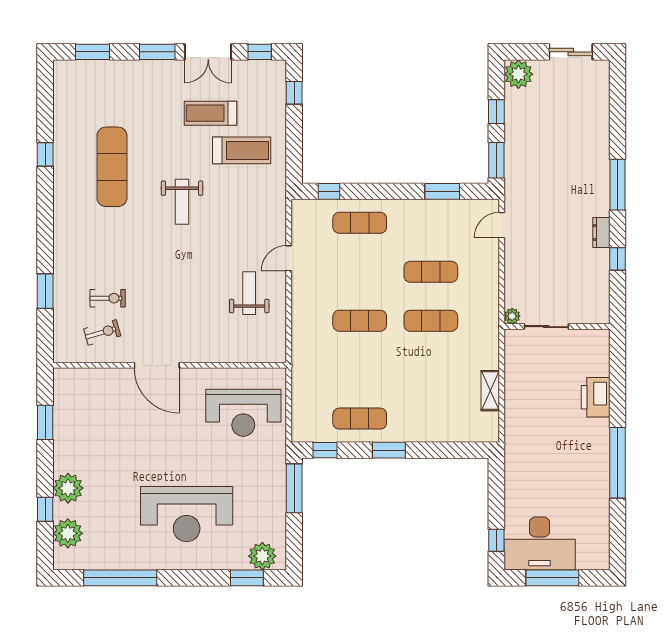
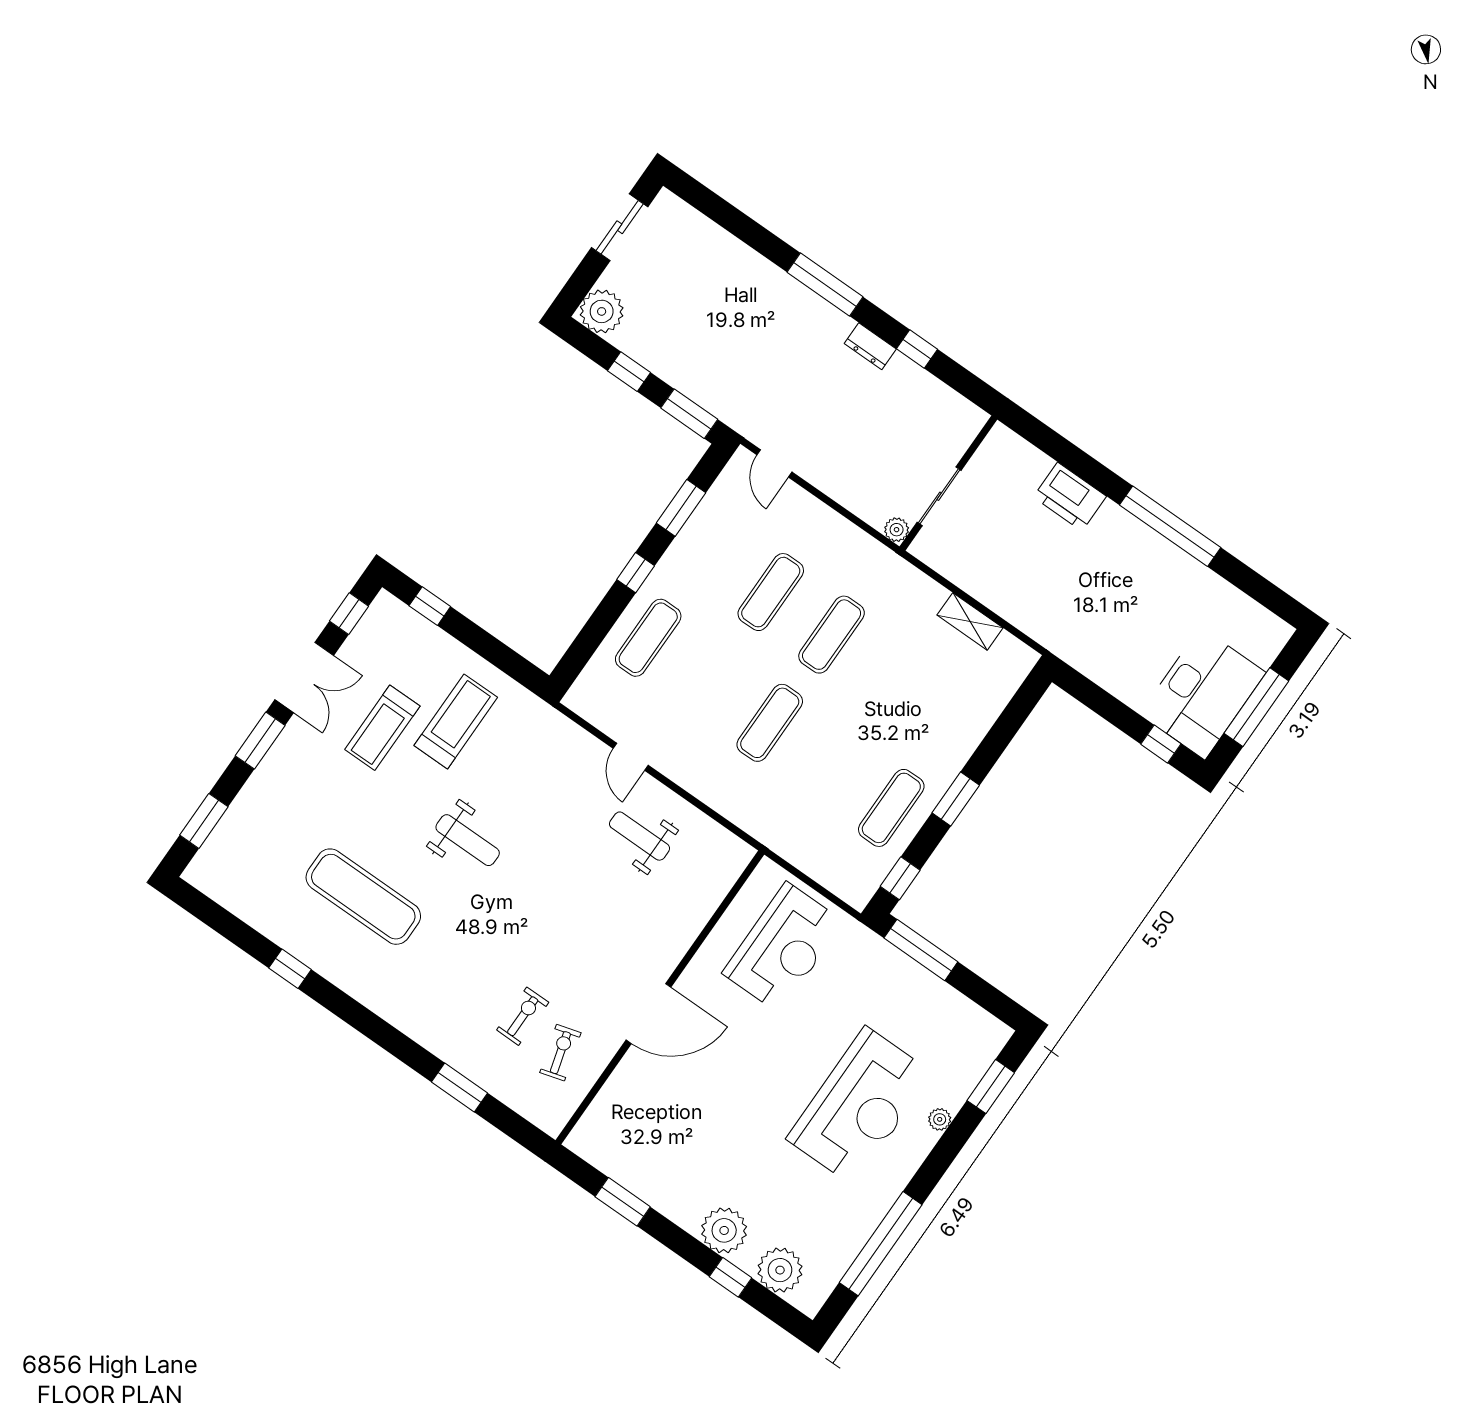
window: (329, 191) -> (636, 573), moved
plant: (262, 556) -> (940, 1119), moved, width x0.53, depth x0.53

